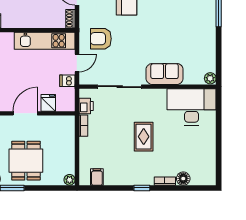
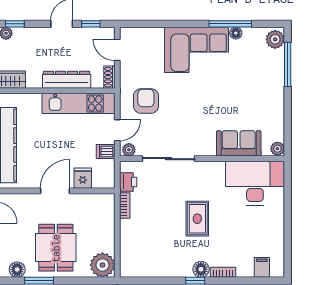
dresser: (35, 21) -> (67, 80), added
armchair: (101, 39) -> (146, 101), turned 90
sofa: (165, 74) -> (239, 143), moved
plant: (87, 79) -> (129, 150), added
filing cabinet: (97, 177) -> (262, 267), moved
floor lamp: (183, 179) -> (201, 269), moved
plant: (70, 180) -> (102, 265), width x1.88, depth x1.88

